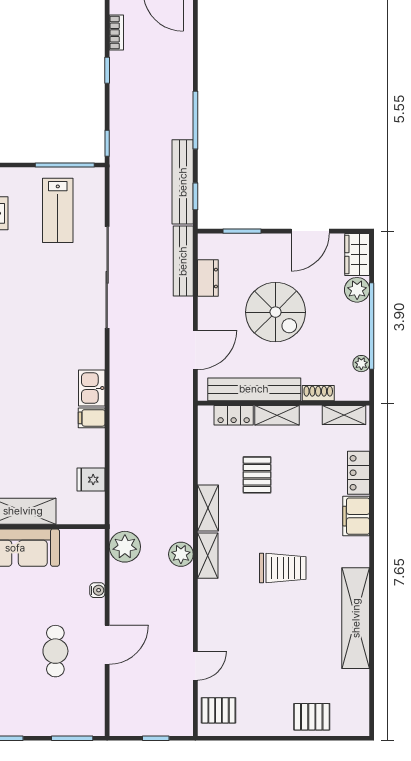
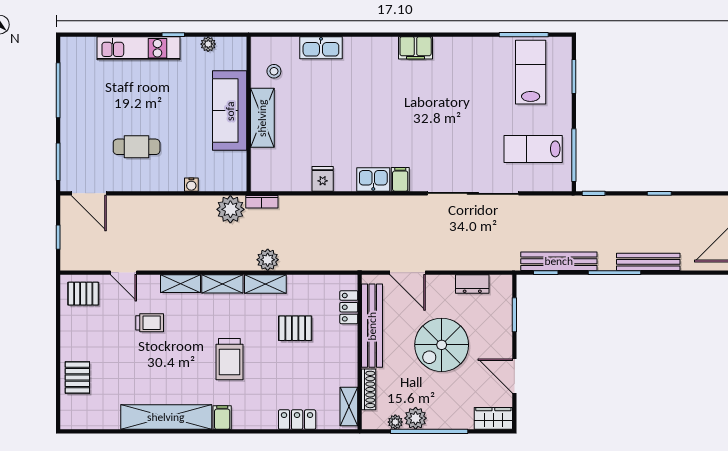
bookcase: (116, 32) -> (262, 202), moved
bench: (183, 261) -> (648, 262), moved
plant: (357, 290) -> (416, 418), moved
shoe rack: (318, 393) -> (369, 389), width x1.43
shelving: (277, 415) -> (181, 284), moved, turned 90
filing cabinet: (92, 418) -> (400, 179), moved
fridge: (91, 480) -> (323, 179), moved
filing cabinet: (356, 516) -> (222, 418), moved, width x0.50
plant: (181, 554) -> (268, 260), moved
trolley: (283, 568) -> (229, 359), moved
trolley: (251, 636) -> (150, 323), added
door: (107, 645) -> (89, 193), moved
pallet: (219, 710) -> (83, 294), turned 90

